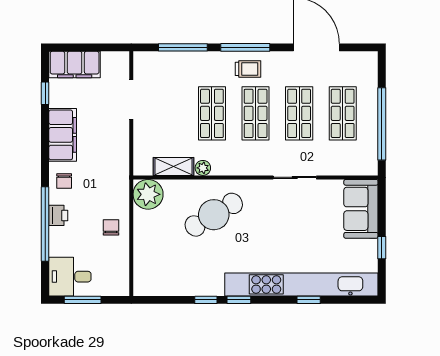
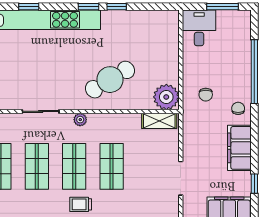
shelving: (173, 166) -> (159, 121), moved
plant: (203, 168) -> (80, 120), moved
printer: (58, 215) -> (243, 79), removed
chair: (111, 227) -> (206, 95), moved
desk: (70, 277) -> (199, 28), moved, turned -90

